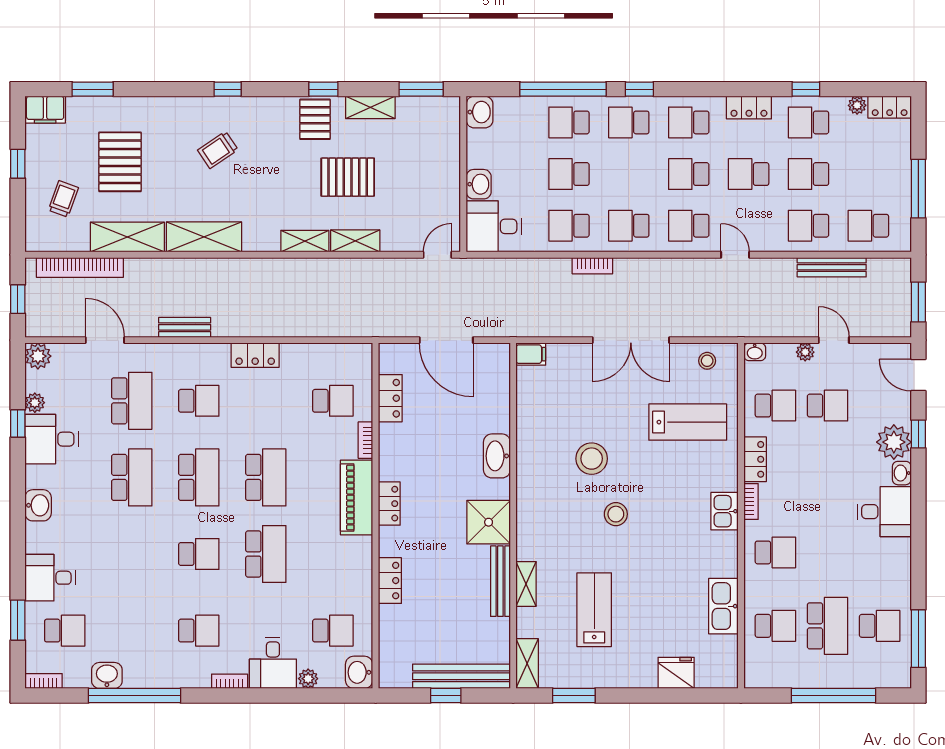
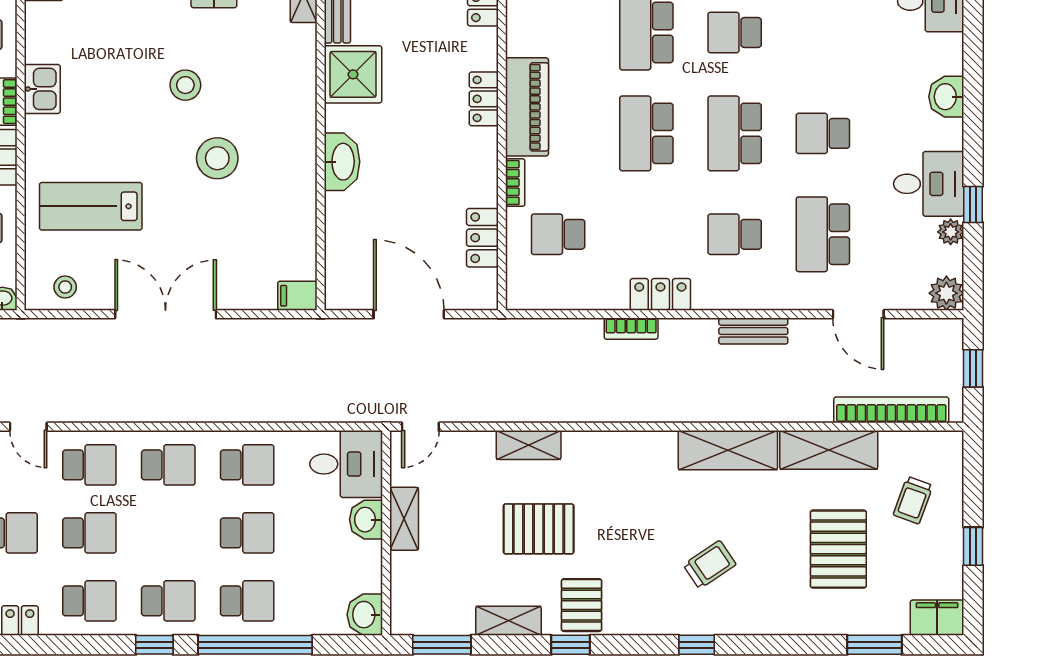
shelving: (305, 241) -> (404, 519), moved, turned 90
bookcase: (592, 266) -> (631, 329), moved, turned 180
school desk: (132, 477) -> (823, 133), width x0.54

